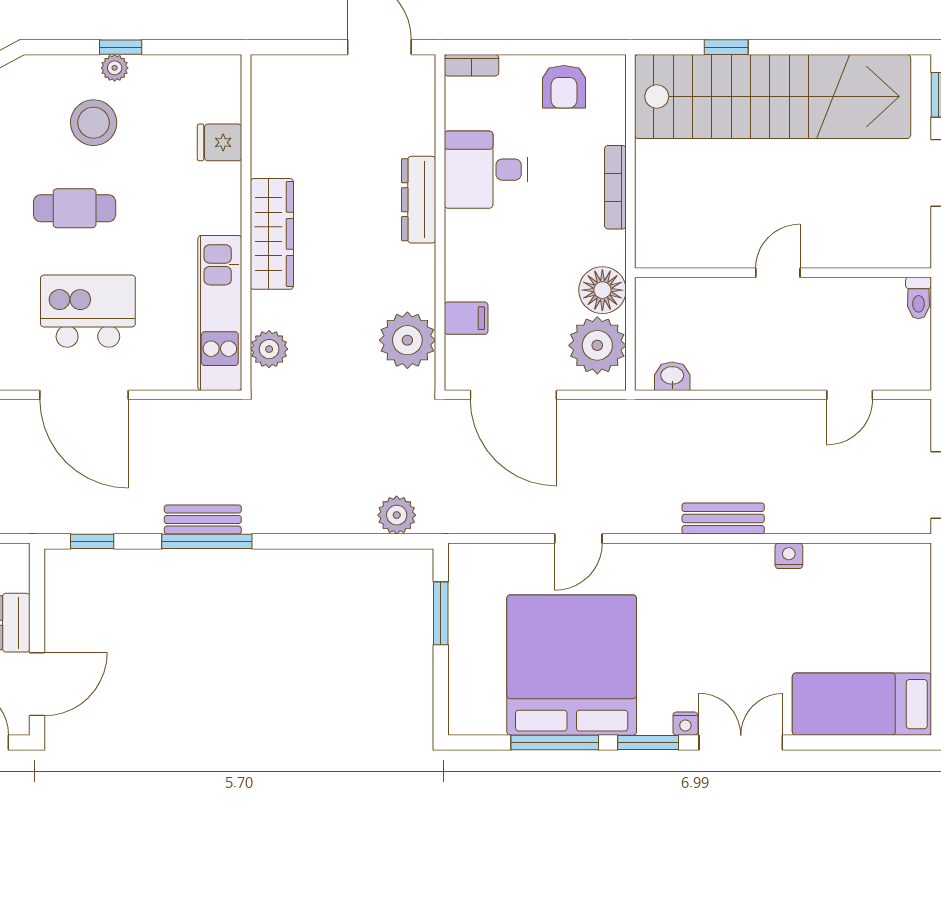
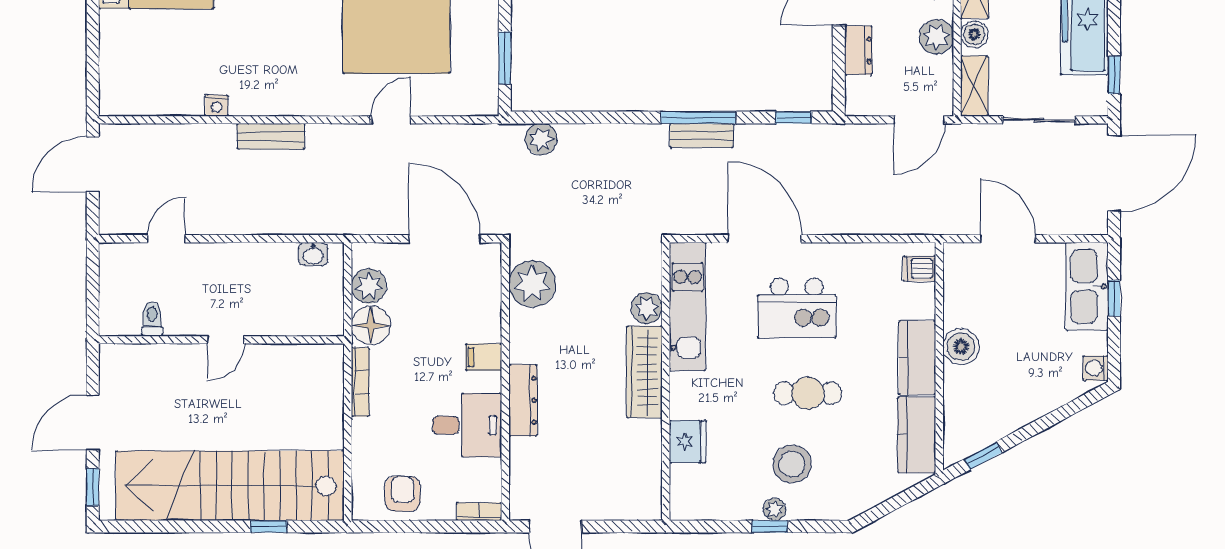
fridge: (220, 142) -> (688, 442), width x1.38
bookcase: (615, 187) -> (360, 382), moved
toilet: (918, 298) -> (152, 319), moved
filing cabinet: (466, 318) -> (484, 357), moved
plant: (597, 345) -> (369, 286), width x0.73, depth x0.73
plant: (269, 349) -> (647, 308), moved
door: (84, 395) -> (765, 239), moved

